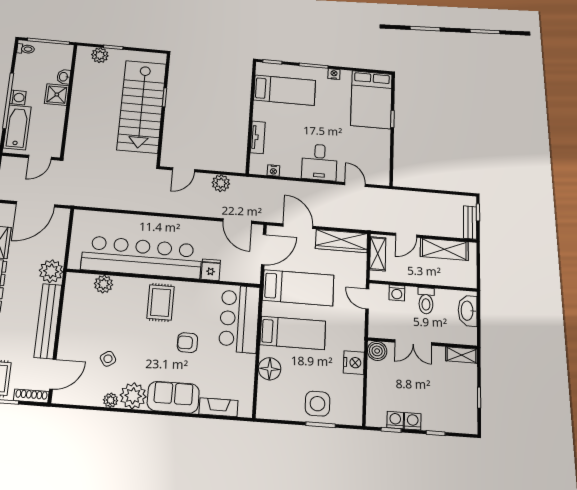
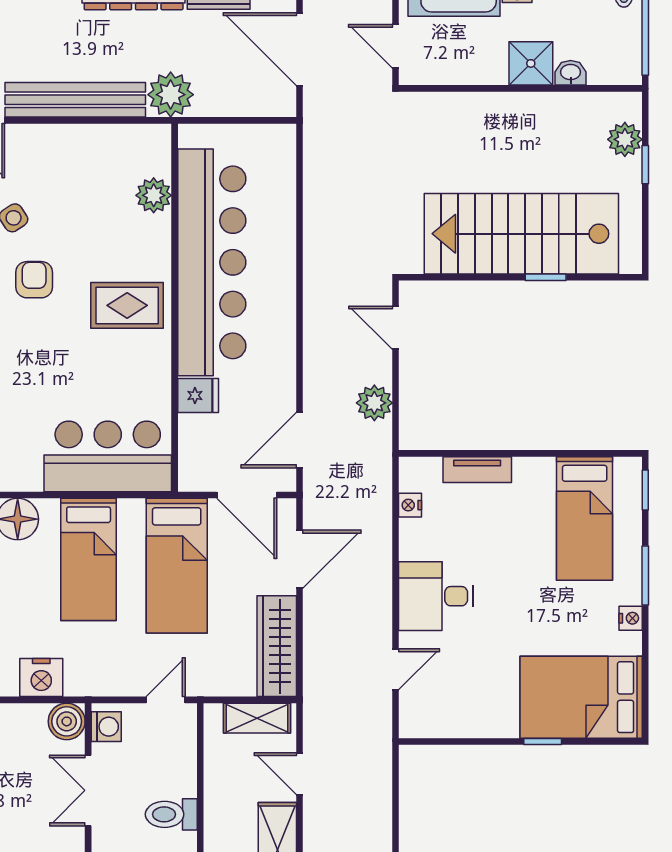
washing machine: (397, 293) -> (106, 727), moved, turned 180
armchair: (187, 343) -> (34, 280), moved

